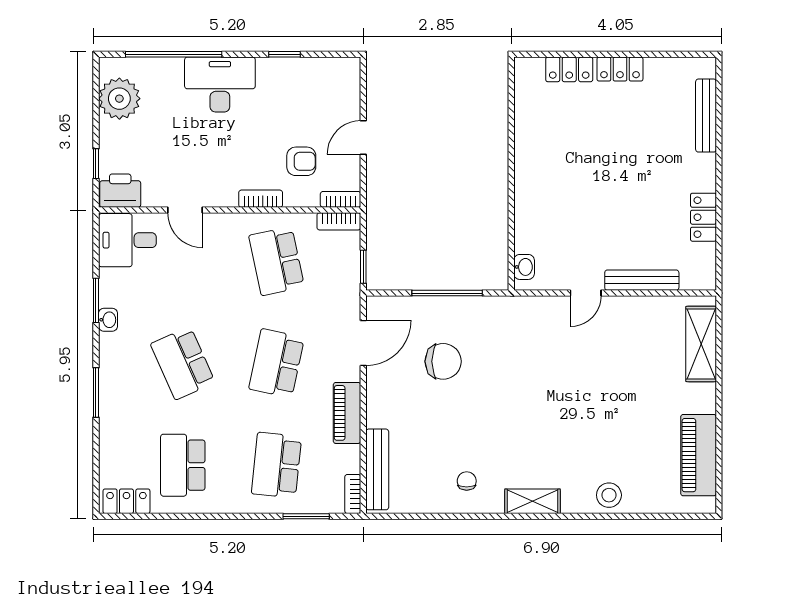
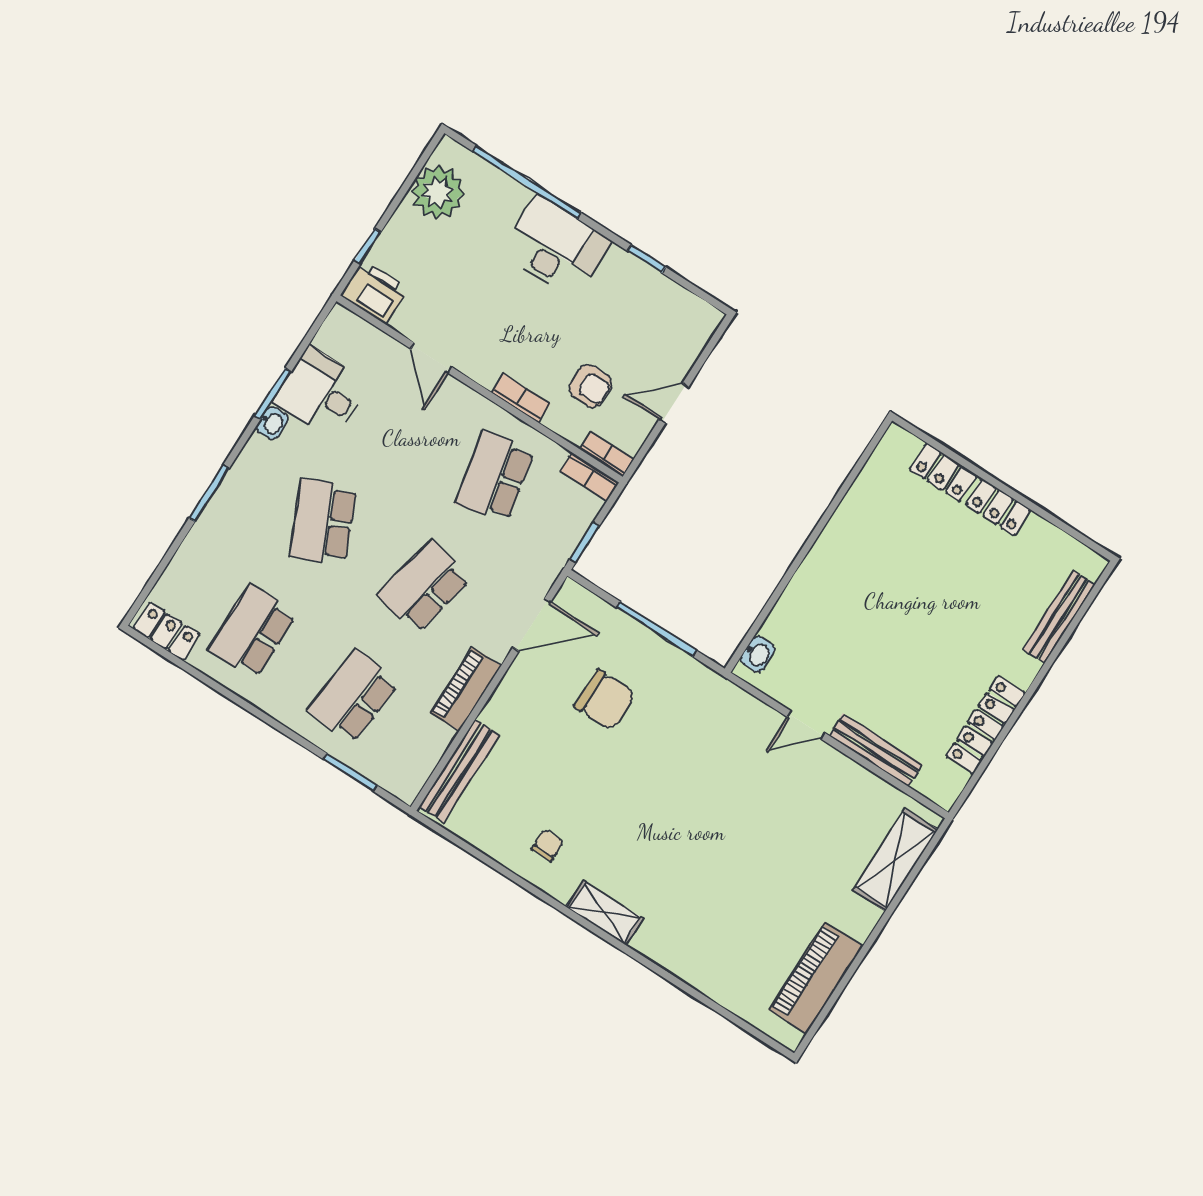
locker: (703, 217) -> (986, 725), width x1.53
desk: (127, 240) -> (321, 393), moved
bookcase: (353, 494) -> (416, 780), removed
stool: (609, 495) -> (691, 959), removed

